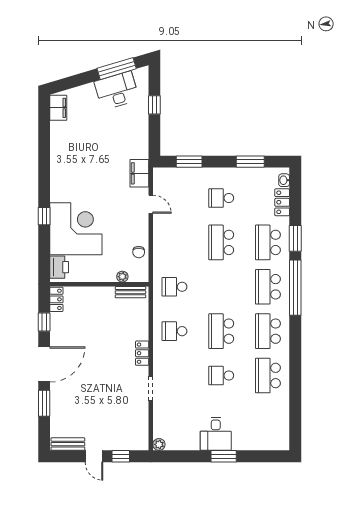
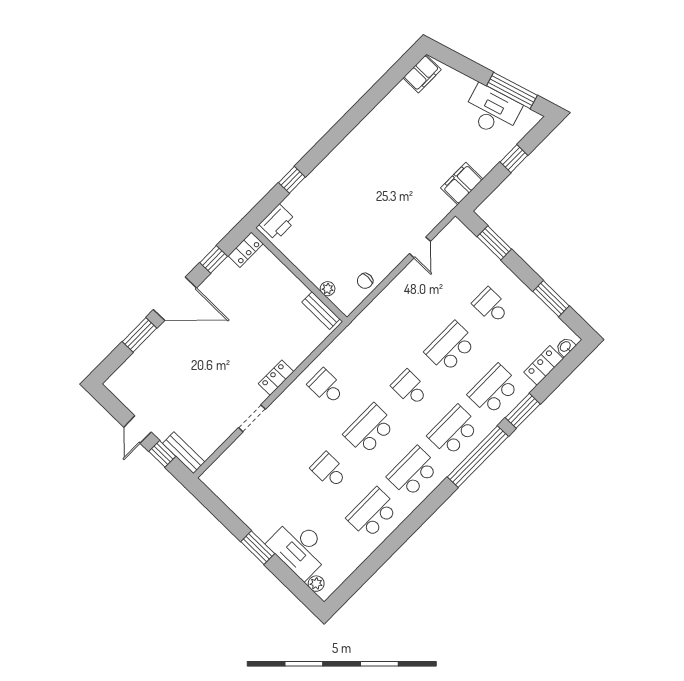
filing cabinet: (139, 173) -> (462, 184), moved
window: (44, 216) -> (292, 180), moved
corner desk: (76, 229) -> (328, 202), removed
school desk: (174, 287) -> (410, 388), moved
desk: (216, 434) -> (299, 548), moved, width x1.37
bench: (68, 444) -> (184, 453), moved
plant: (159, 444) -> (316, 584), moved

